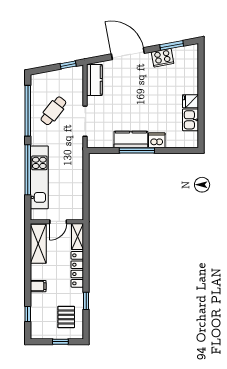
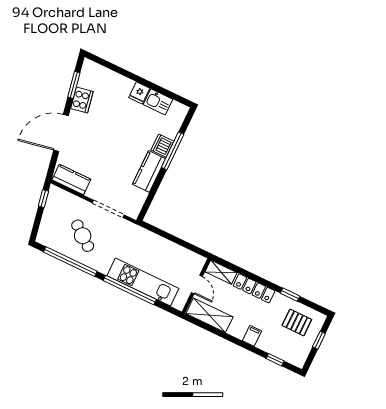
window: (137, 151) -> (173, 151), moved

